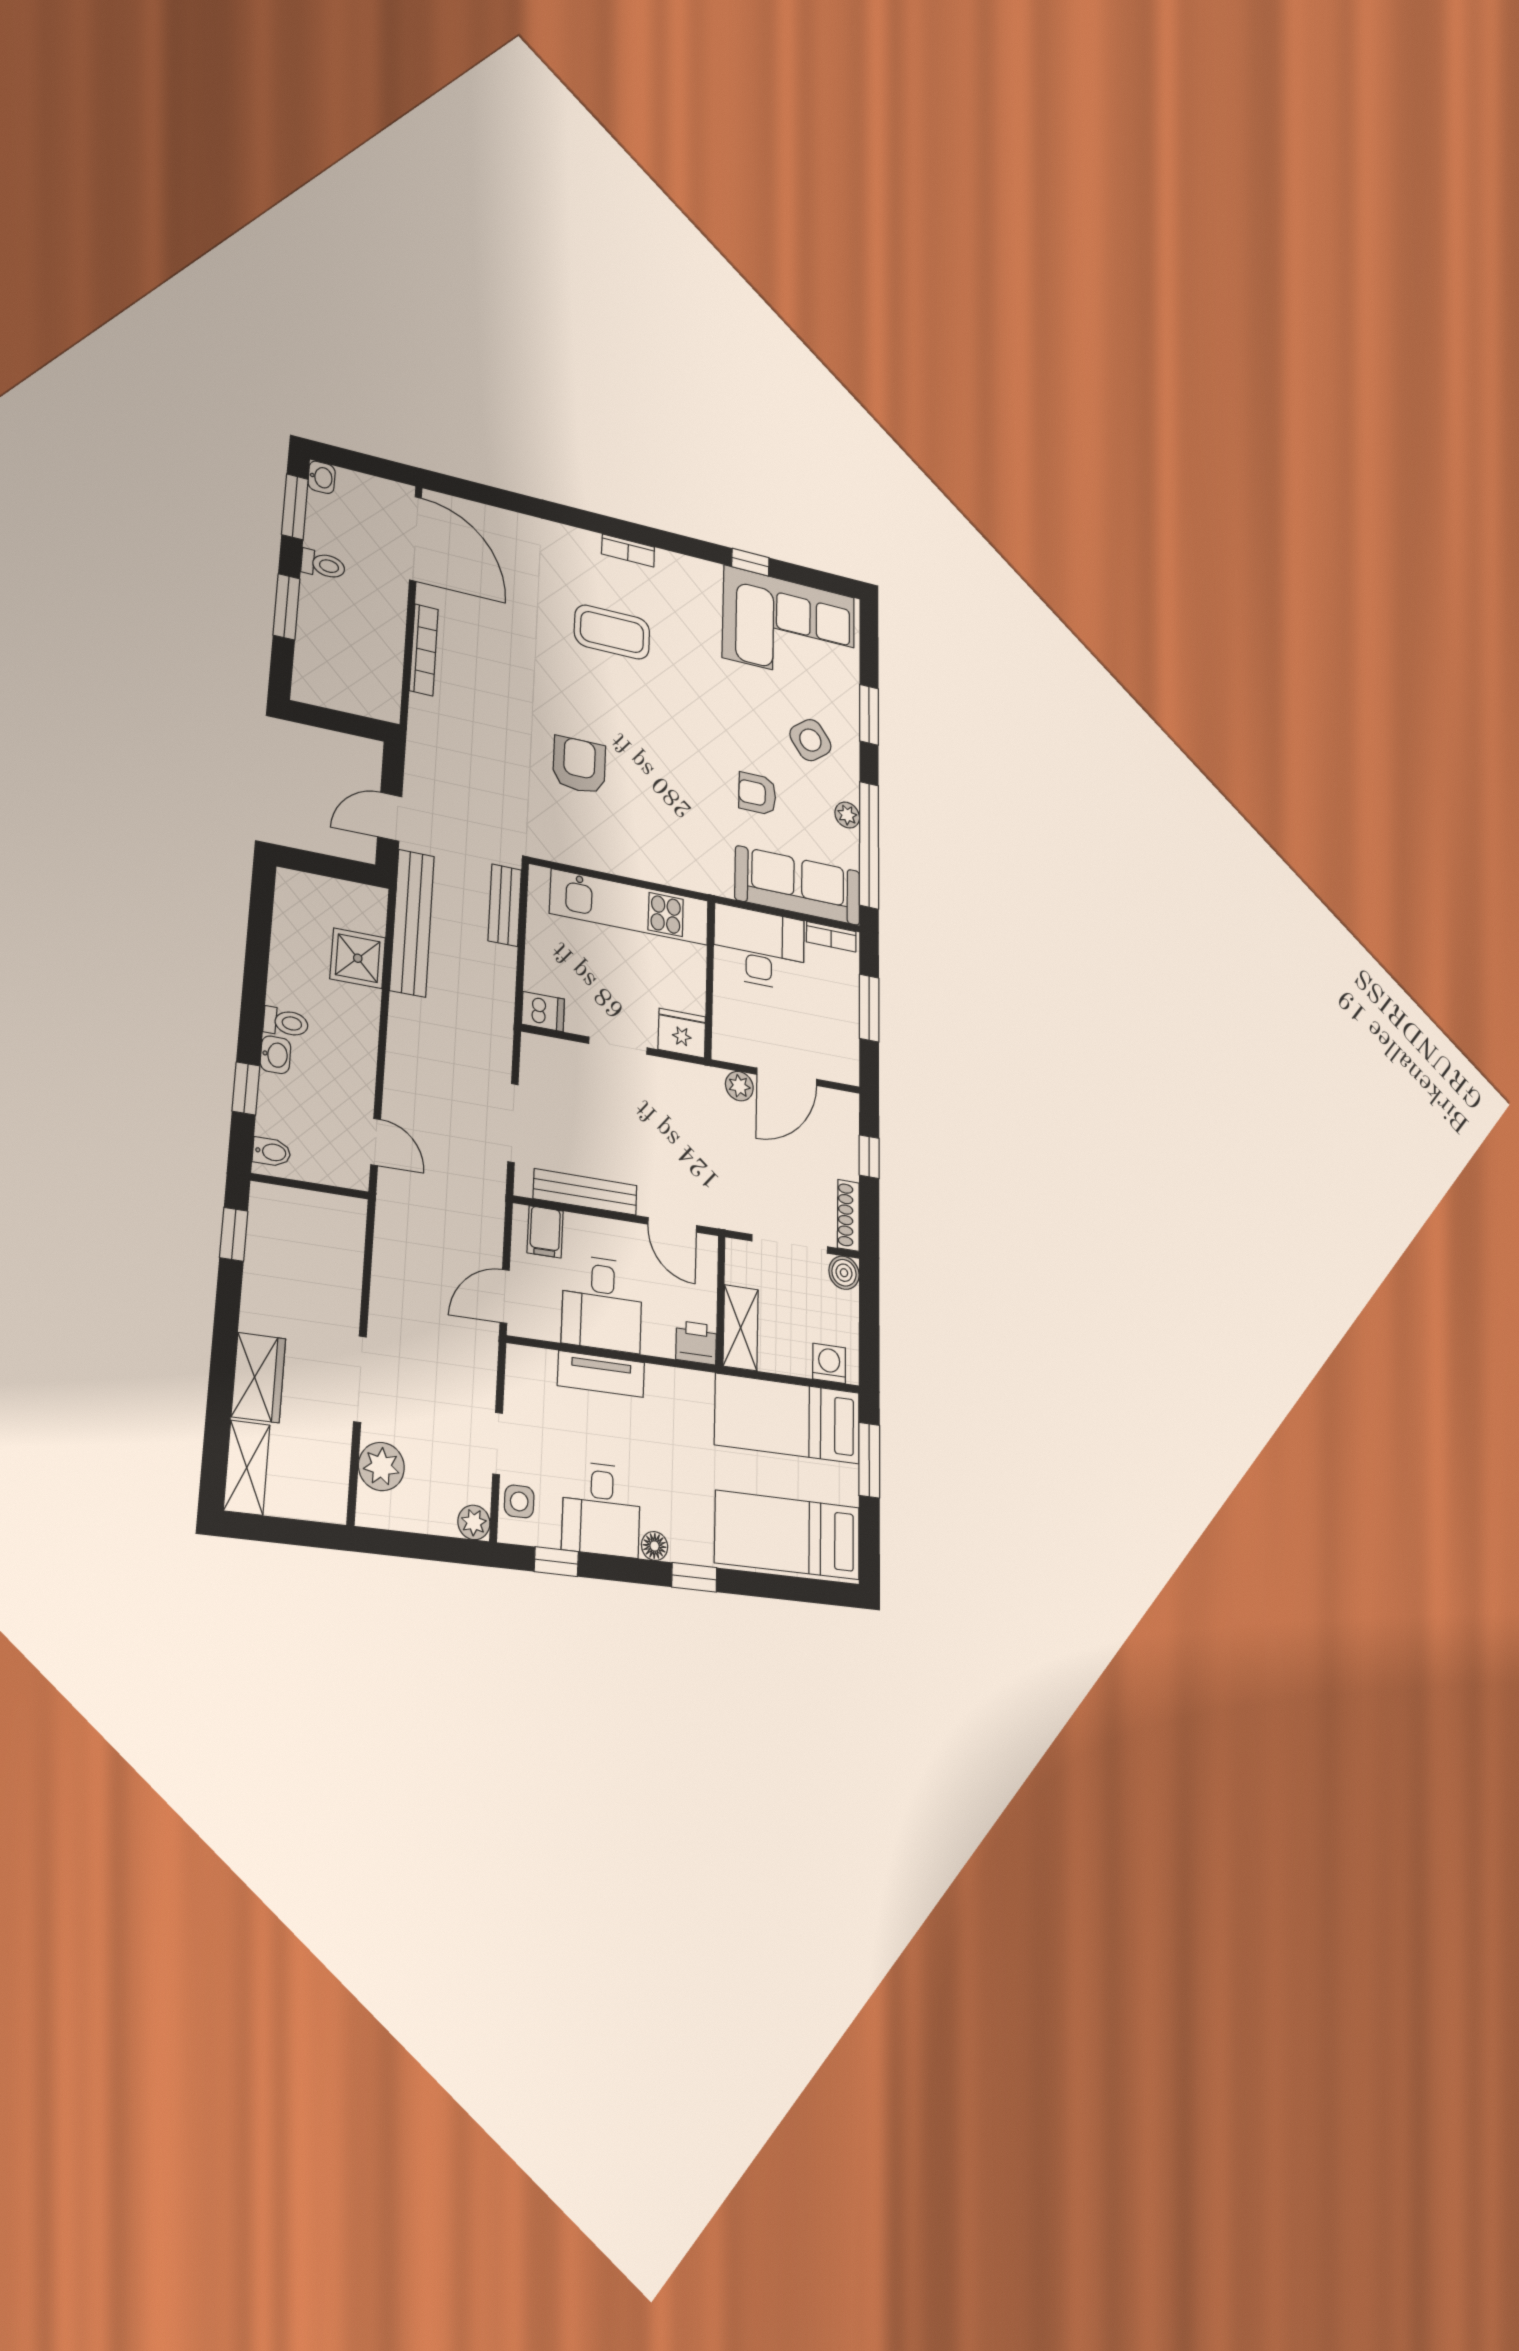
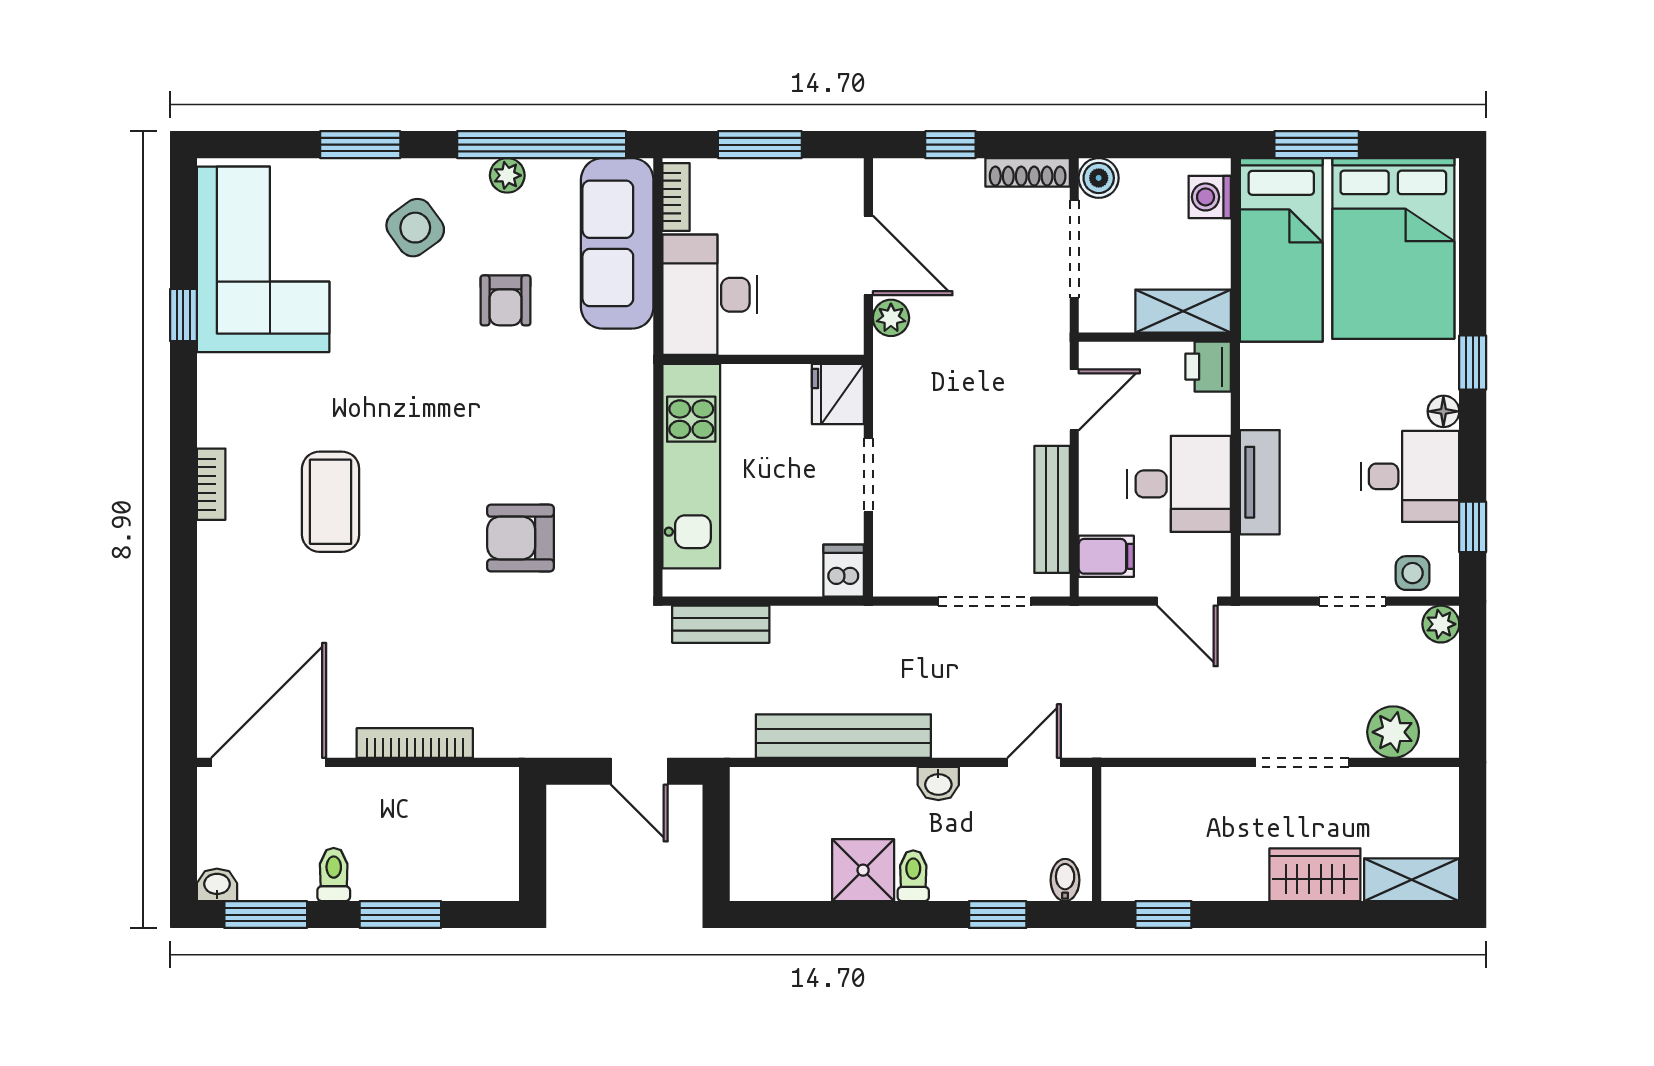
bench: (412, 923) -> (843, 736), moved
shower: (358, 958) -> (863, 870), moved
washbasin: (275, 1055) -> (938, 784), moved, turned 180
bed: (788, 1535) -> (1393, 248), width x1.50

